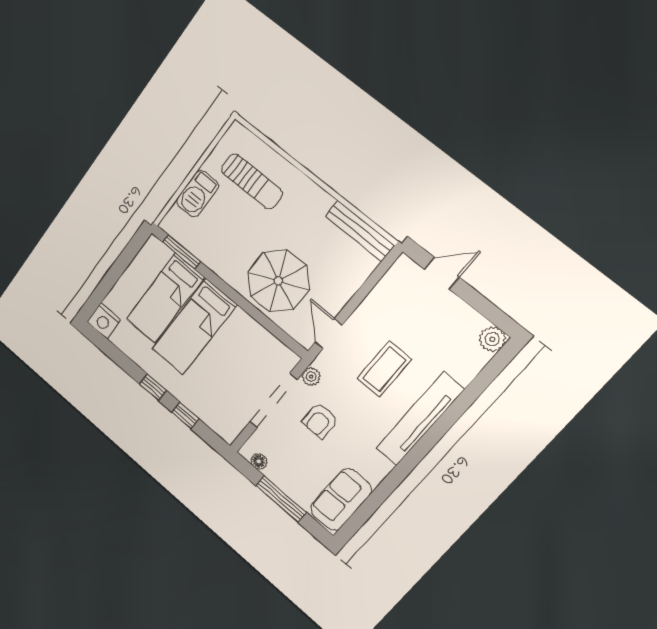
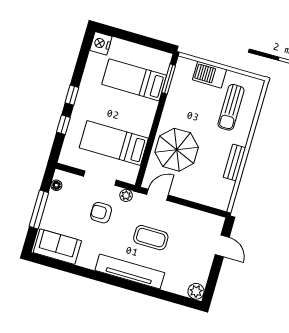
bench: (360, 231) -> (235, 163), moved, width x0.73
bed: (194, 327) -> (114, 143), moved
doorway: (273, 401) -> (100, 178), width x0.73

